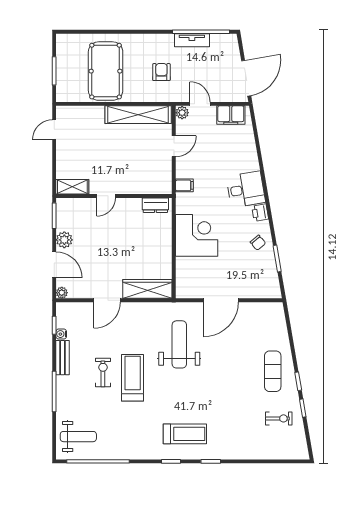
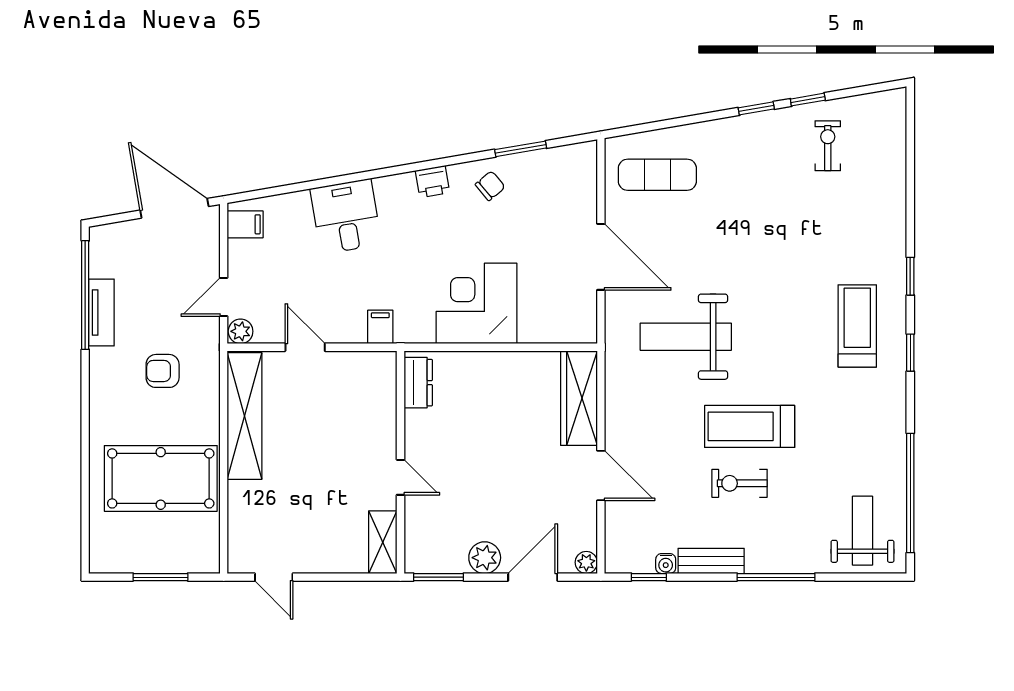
filing cabinet: (231, 115) -> (245, 224), width x0.50
desk: (246, 189) -> (346, 216), moved
exercise mat: (273, 371) -> (657, 175), moved

